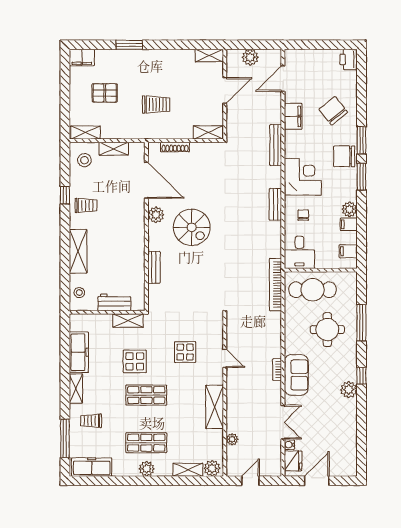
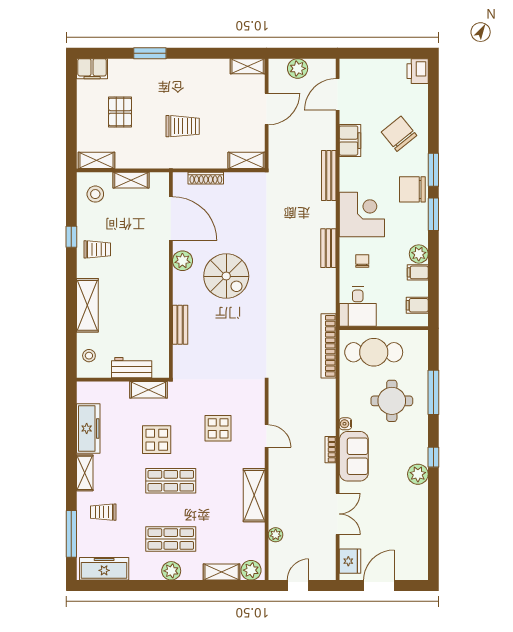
pallet: (105, 93) -> (120, 112), turned 90
water cooler: (289, 445) -> (345, 424), moved

